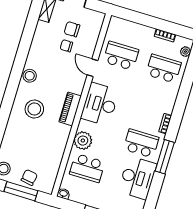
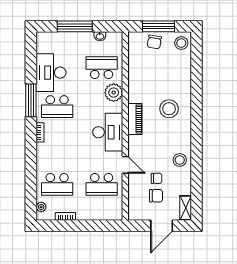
stool: (30, 76) -> (180, 160), moved
washbasin: (63, 194) -> (100, 36), moved

